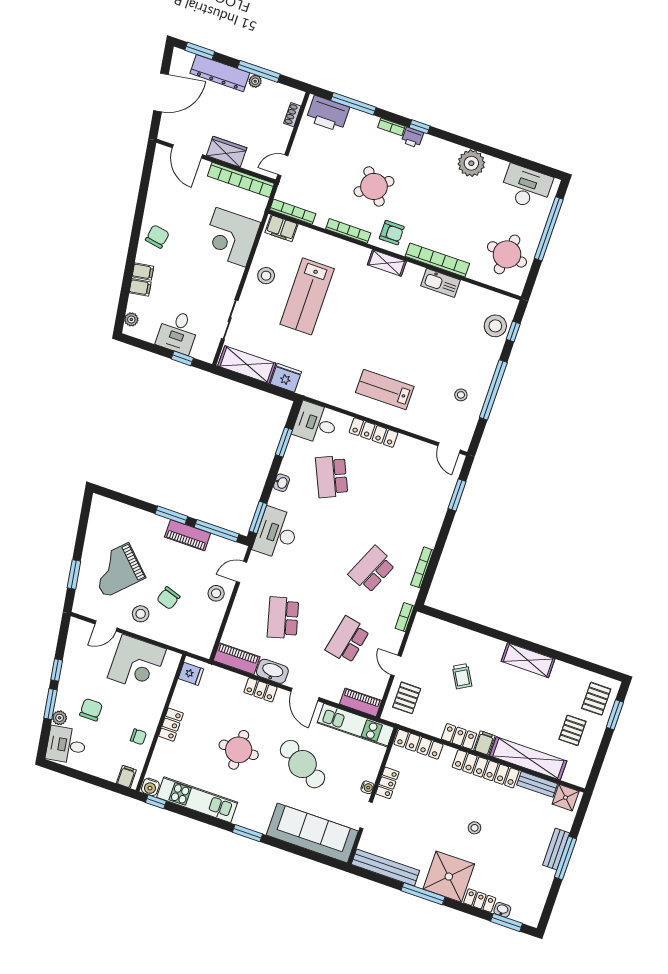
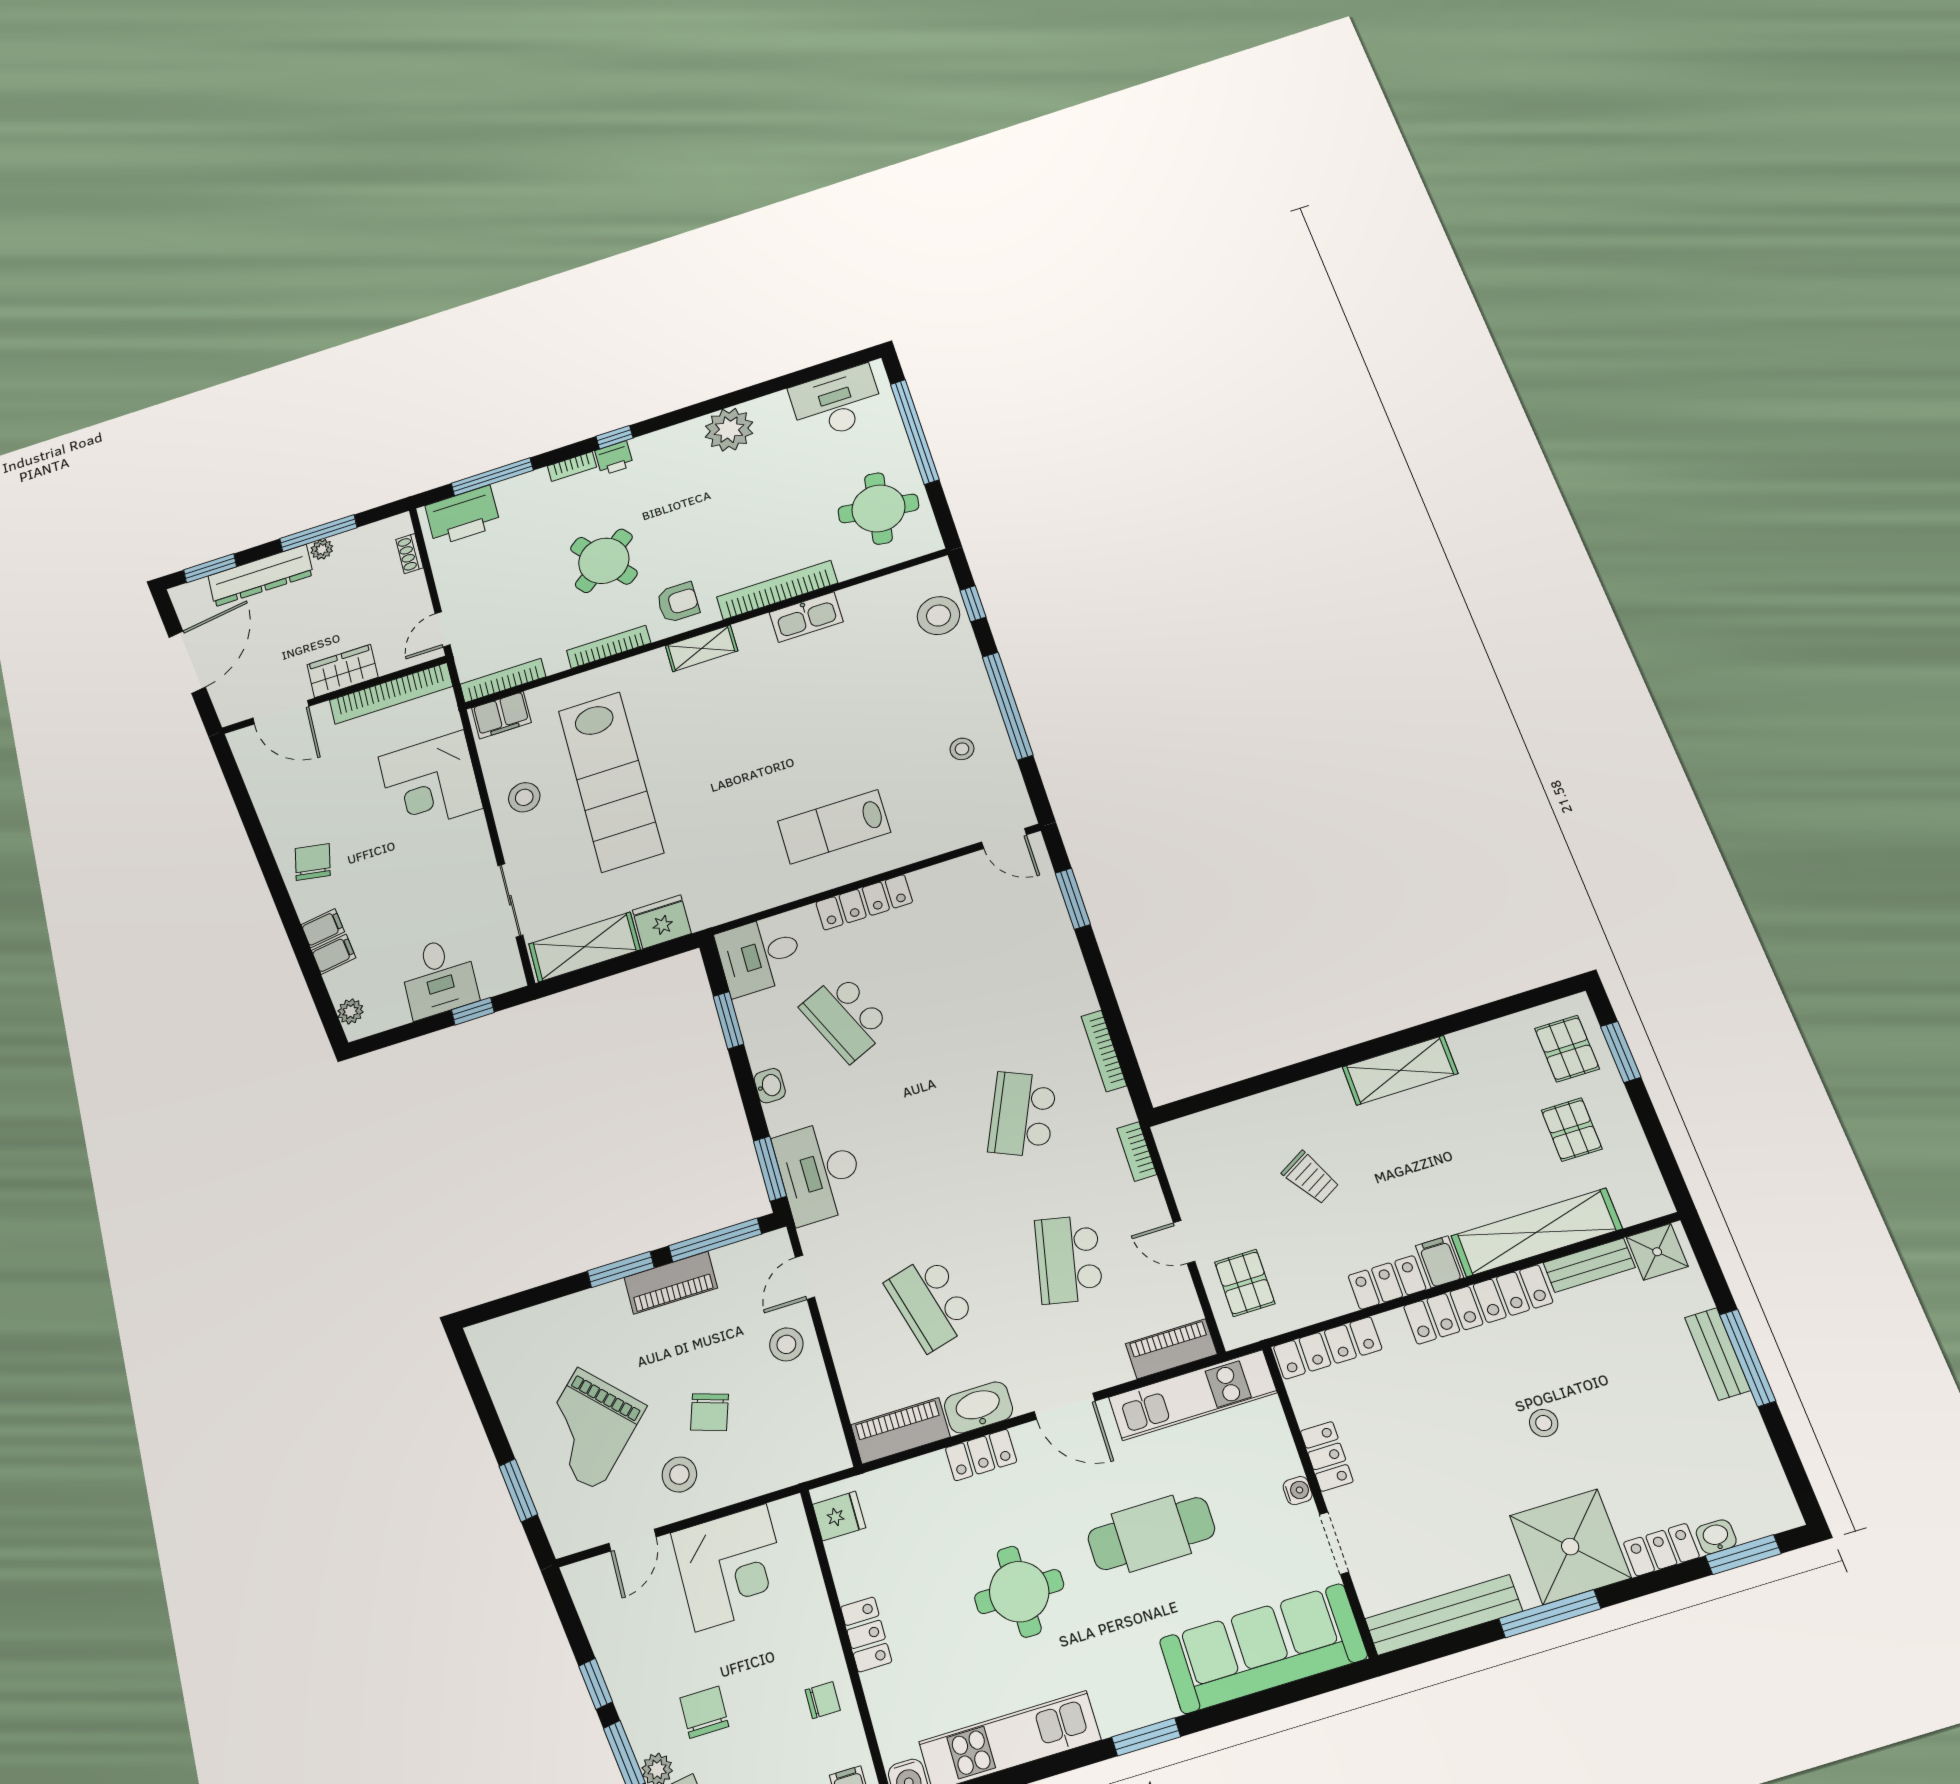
lab bench: (307, 296) -> (611, 781), width x1.36
cafe table: (303, 764) -> (1151, 1534), turned -30

